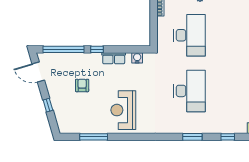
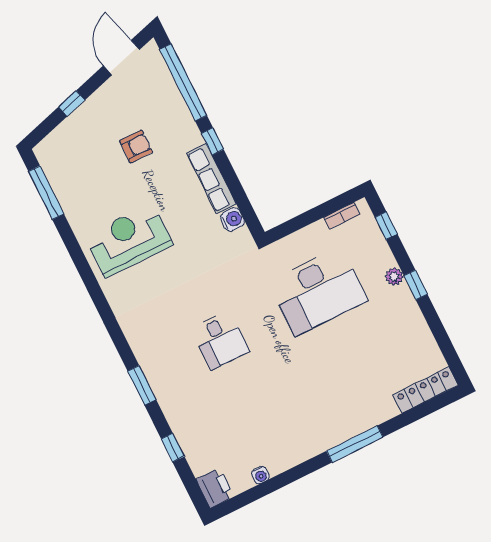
row of seats: (114, 58) -> (211, 178), width x1.48
desk: (189, 91) -> (220, 340), width x0.53, depth x0.77
window: (94, 137) -> (46, 193), moved

